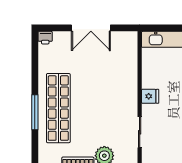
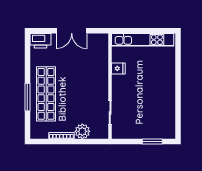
printer: (45, 38) -> (41, 41), width x1.87, depth x1.48
fridge: (150, 96) -> (118, 68), moved

